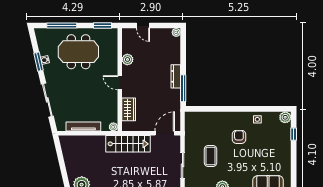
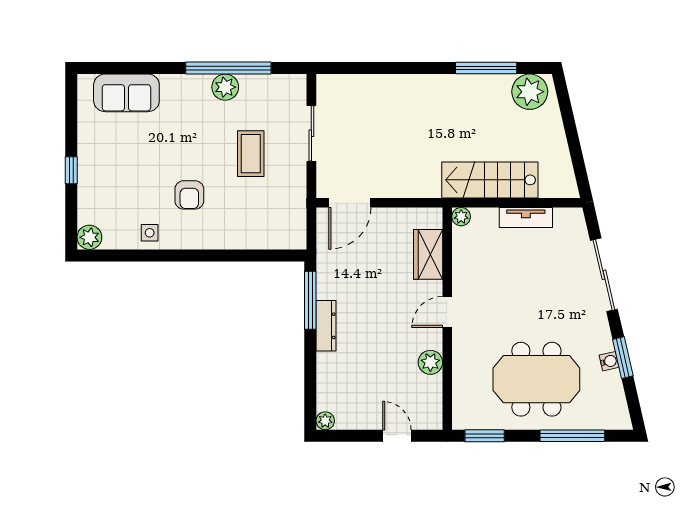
door: (120, 83) -> (447, 312), swing flipped
tv unit: (83, 126) -> (526, 218), width x0.71
window: (294, 134) -> (71, 170), moved
stairs: (128, 144) -> (490, 180), moved

